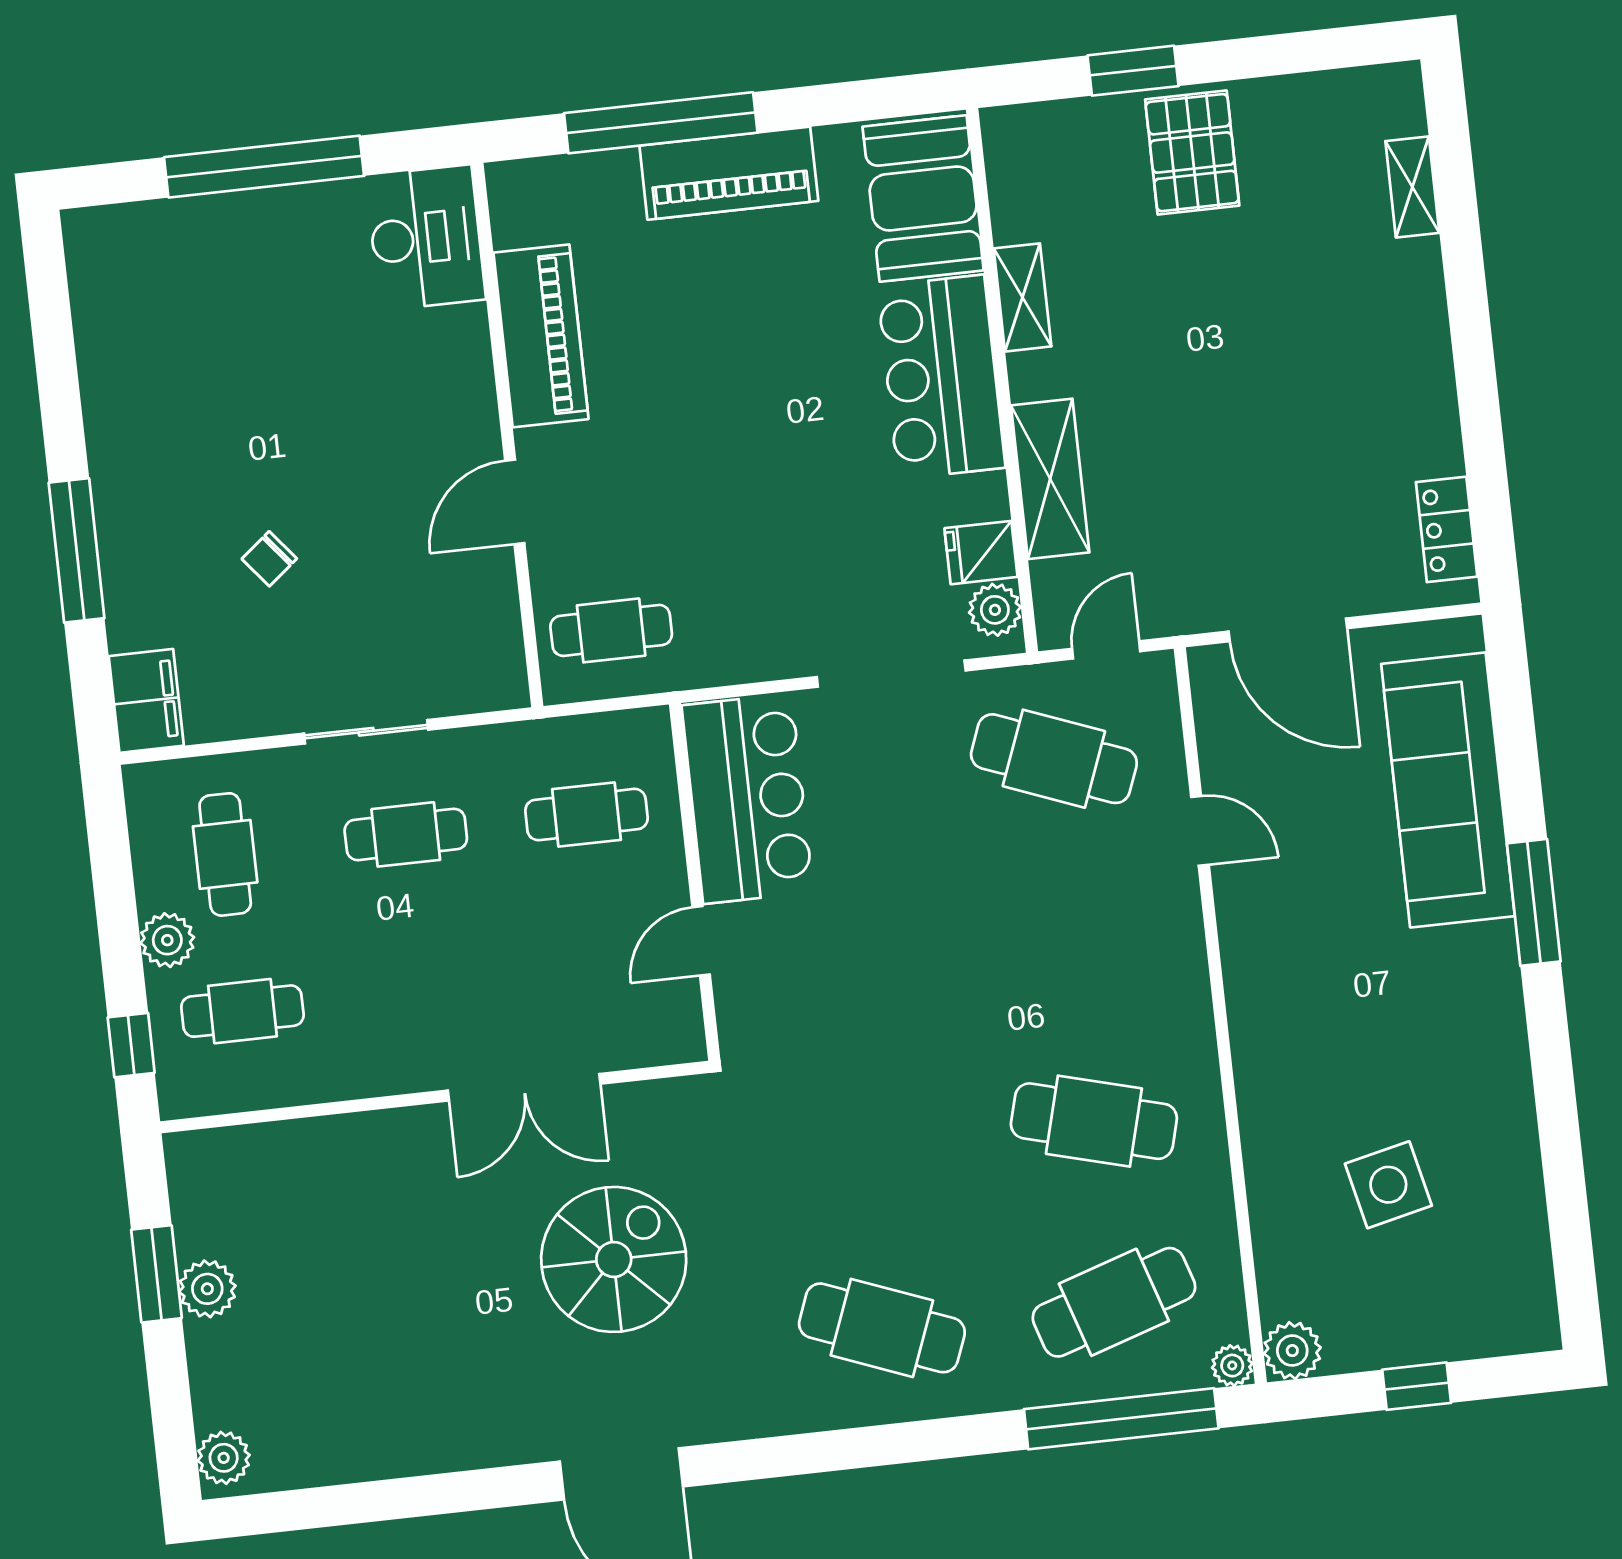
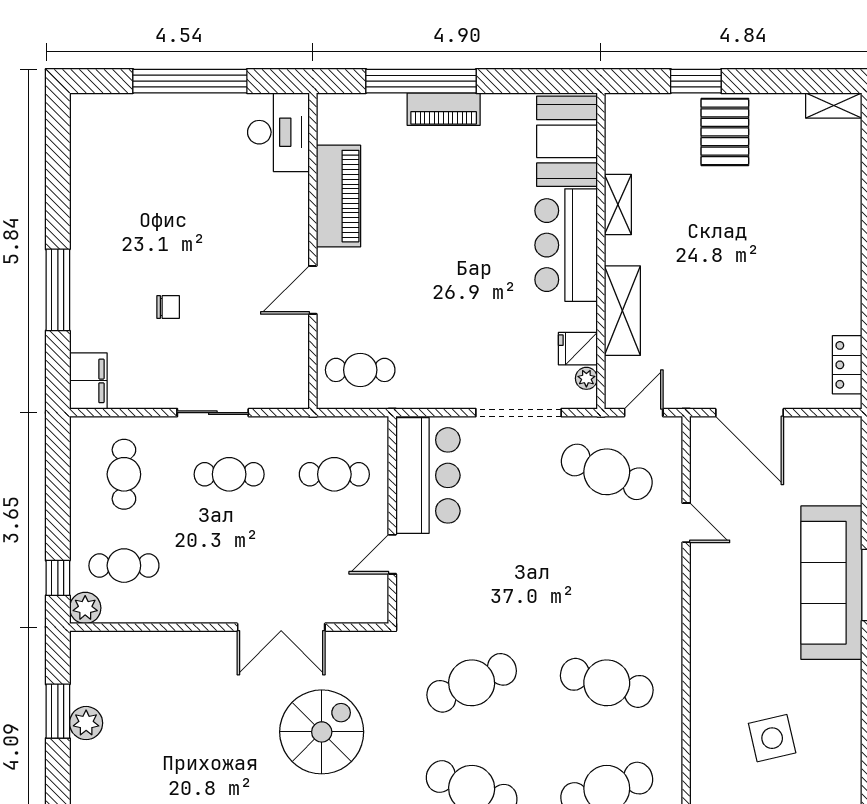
piano: (729, 173) -> (444, 109), width x0.73, depth x0.75
shelving: (1412, 187) -> (834, 106), moved, turned 90
chair: (269, 559) -> (168, 307), turned -141
plant: (995, 610) -> (586, 378), width x0.73, depth x0.73
sofa: (1448, 790) -> (831, 583), moved
plant: (167, 940) -> (85, 608), moved
cafe table: (862, 1147) -> (472, 683), added

